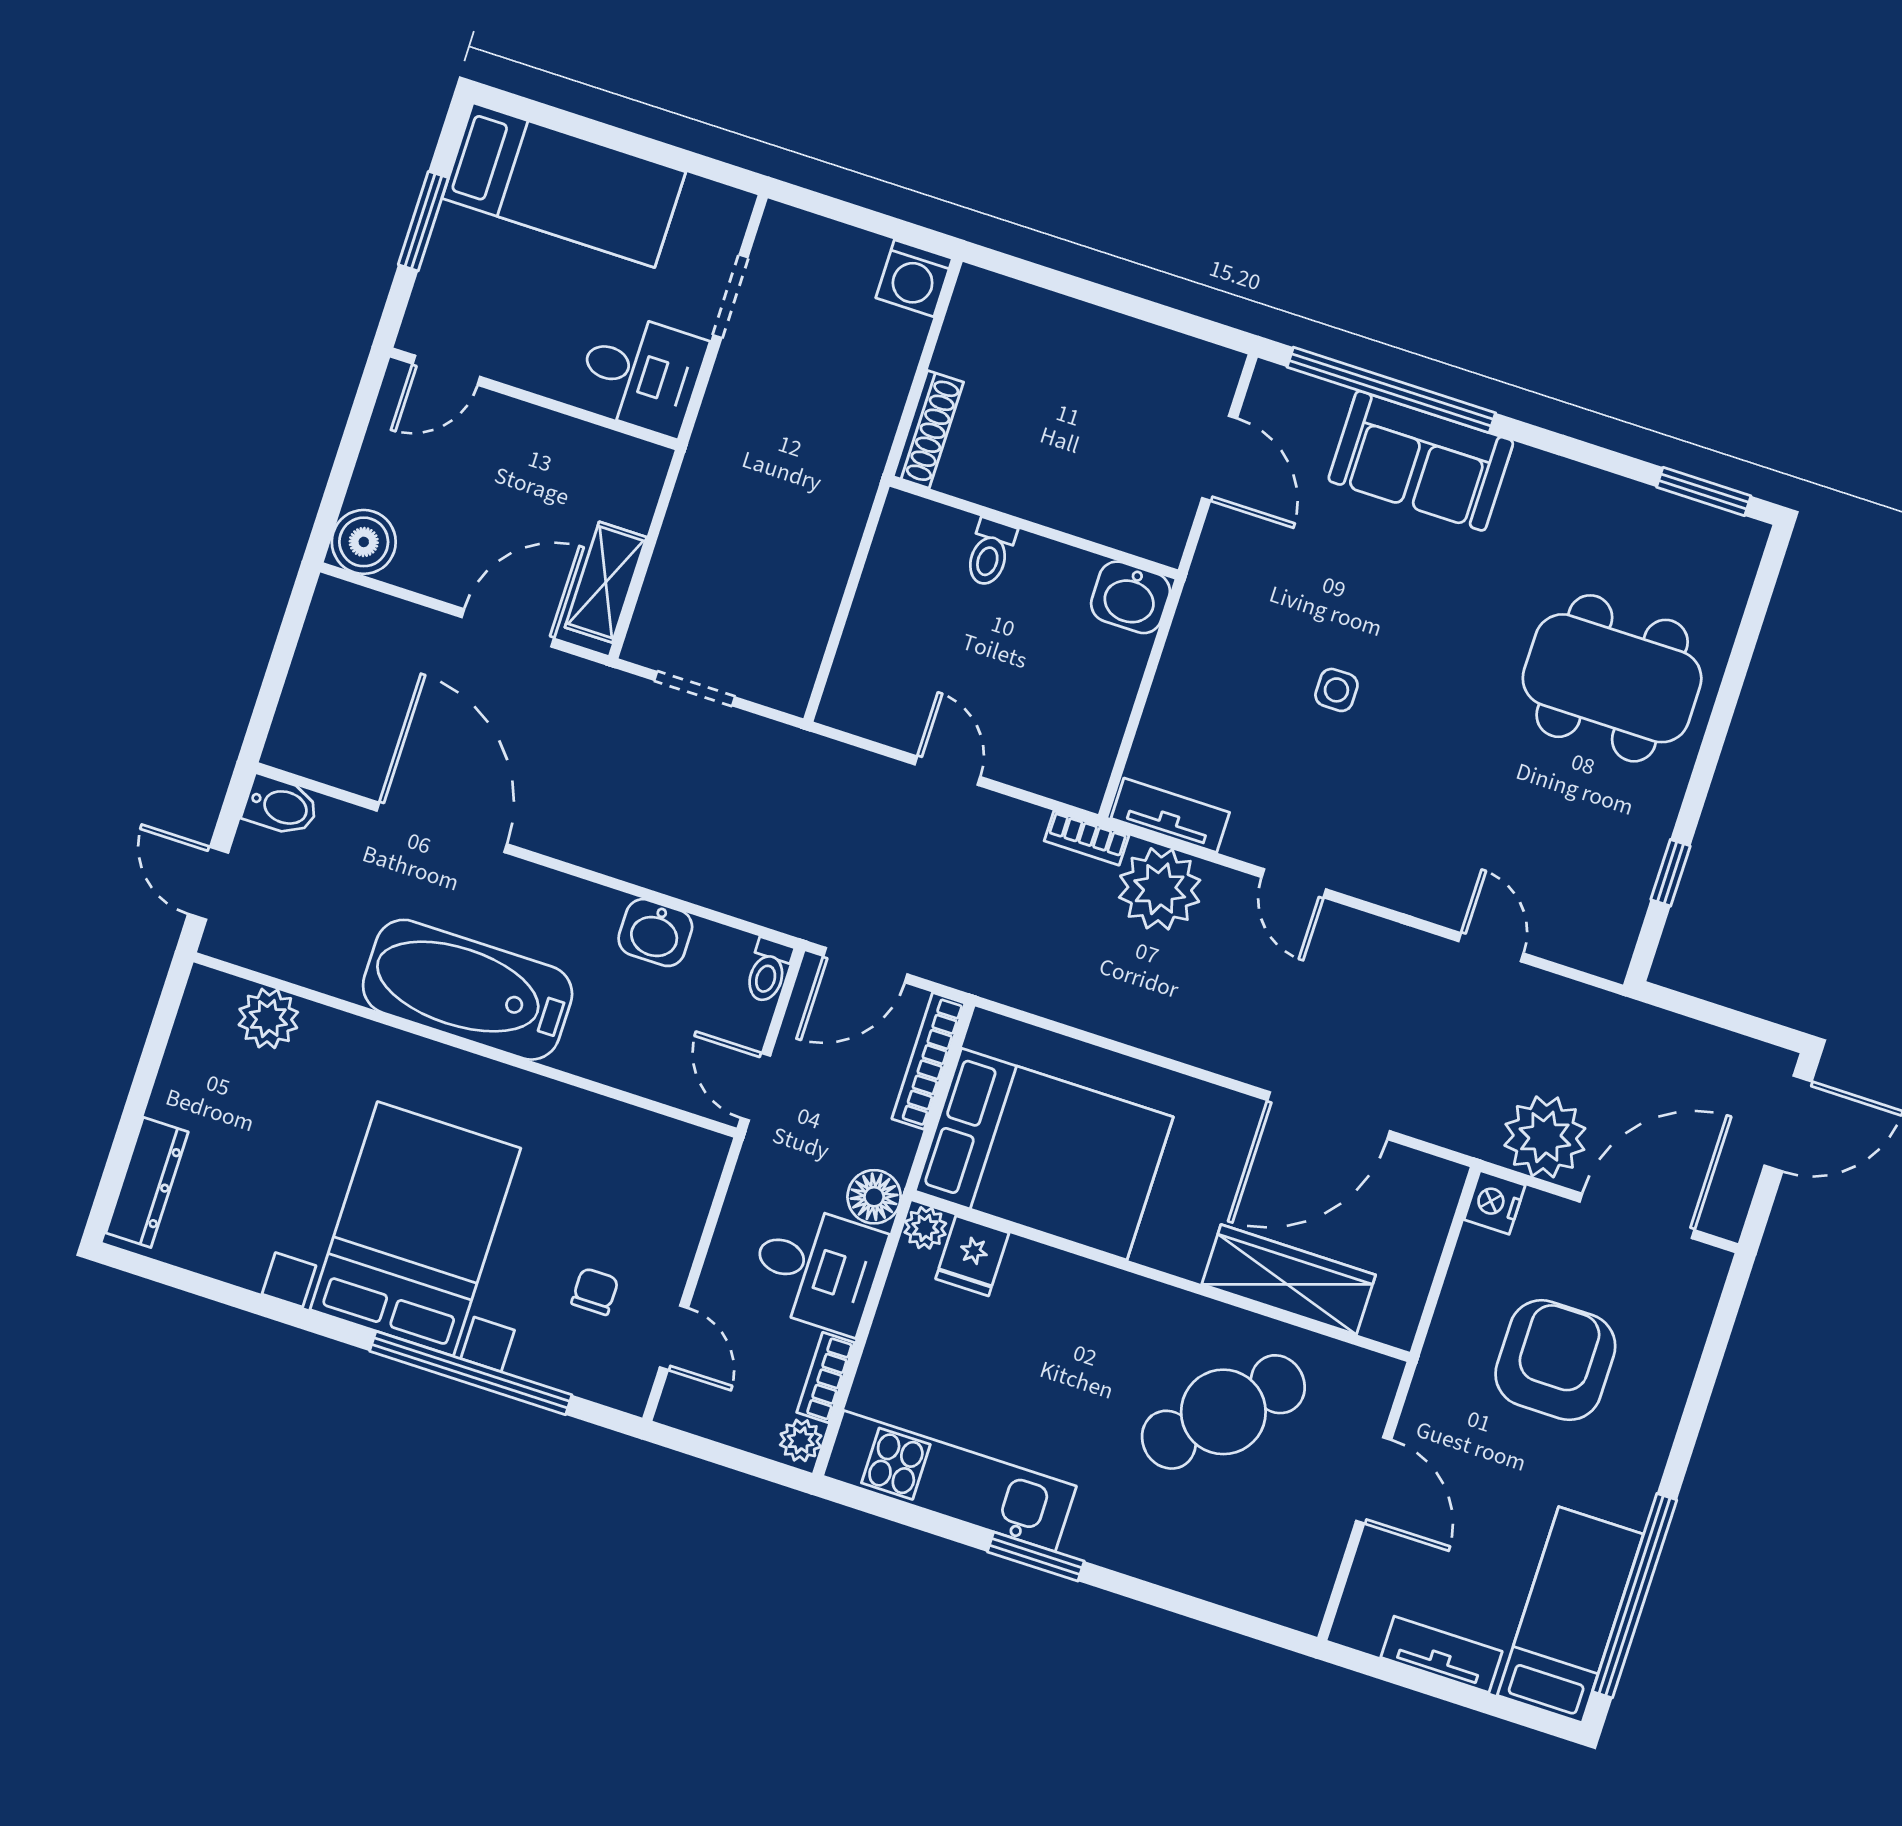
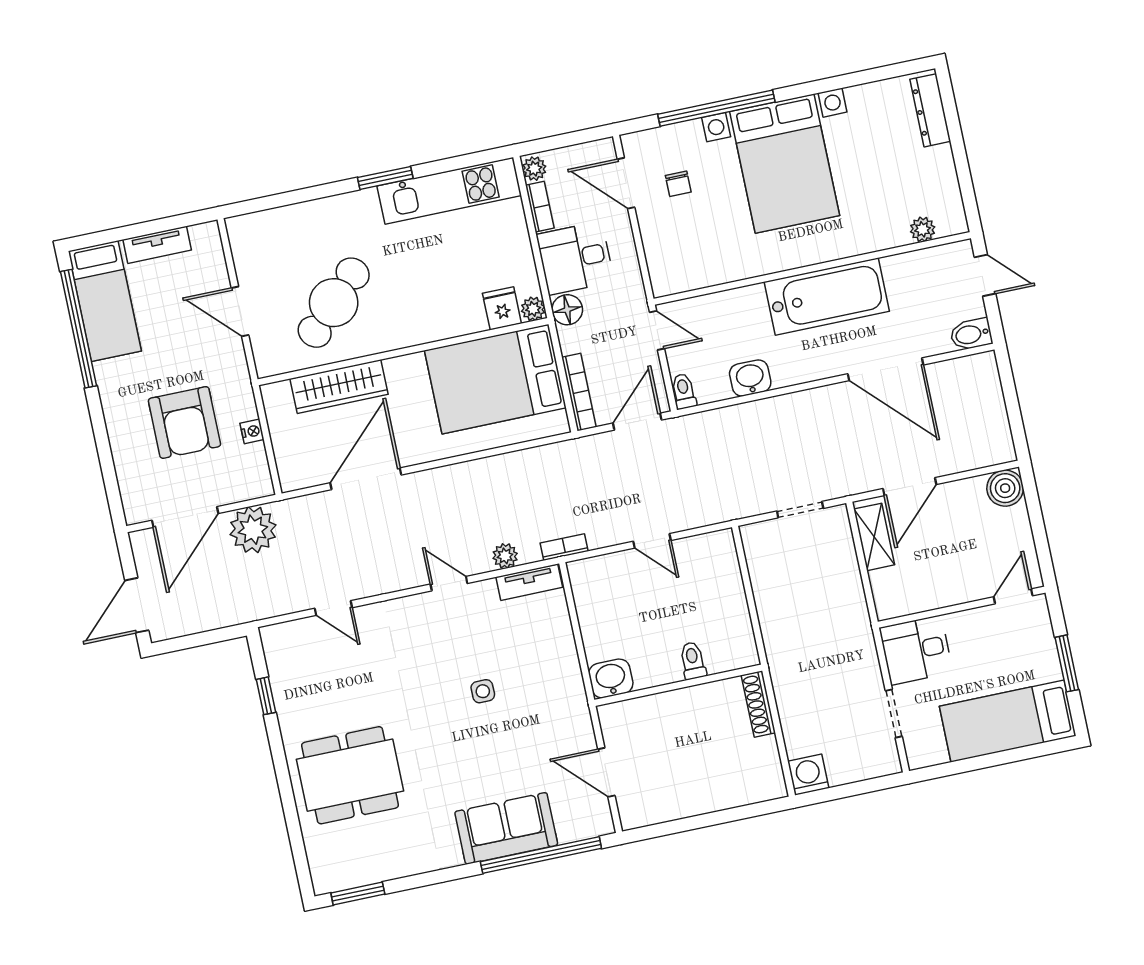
plant: (1160, 889) -> (505, 556), width x0.53, depth x0.53
plant: (268, 1018) -> (923, 229), width x0.73, depth x0.73
nightstand: (1495, 1202) -> (252, 431), moved, width x0.72, depth x0.74
door: (674, 1338) -> (626, 183), width x1.38

